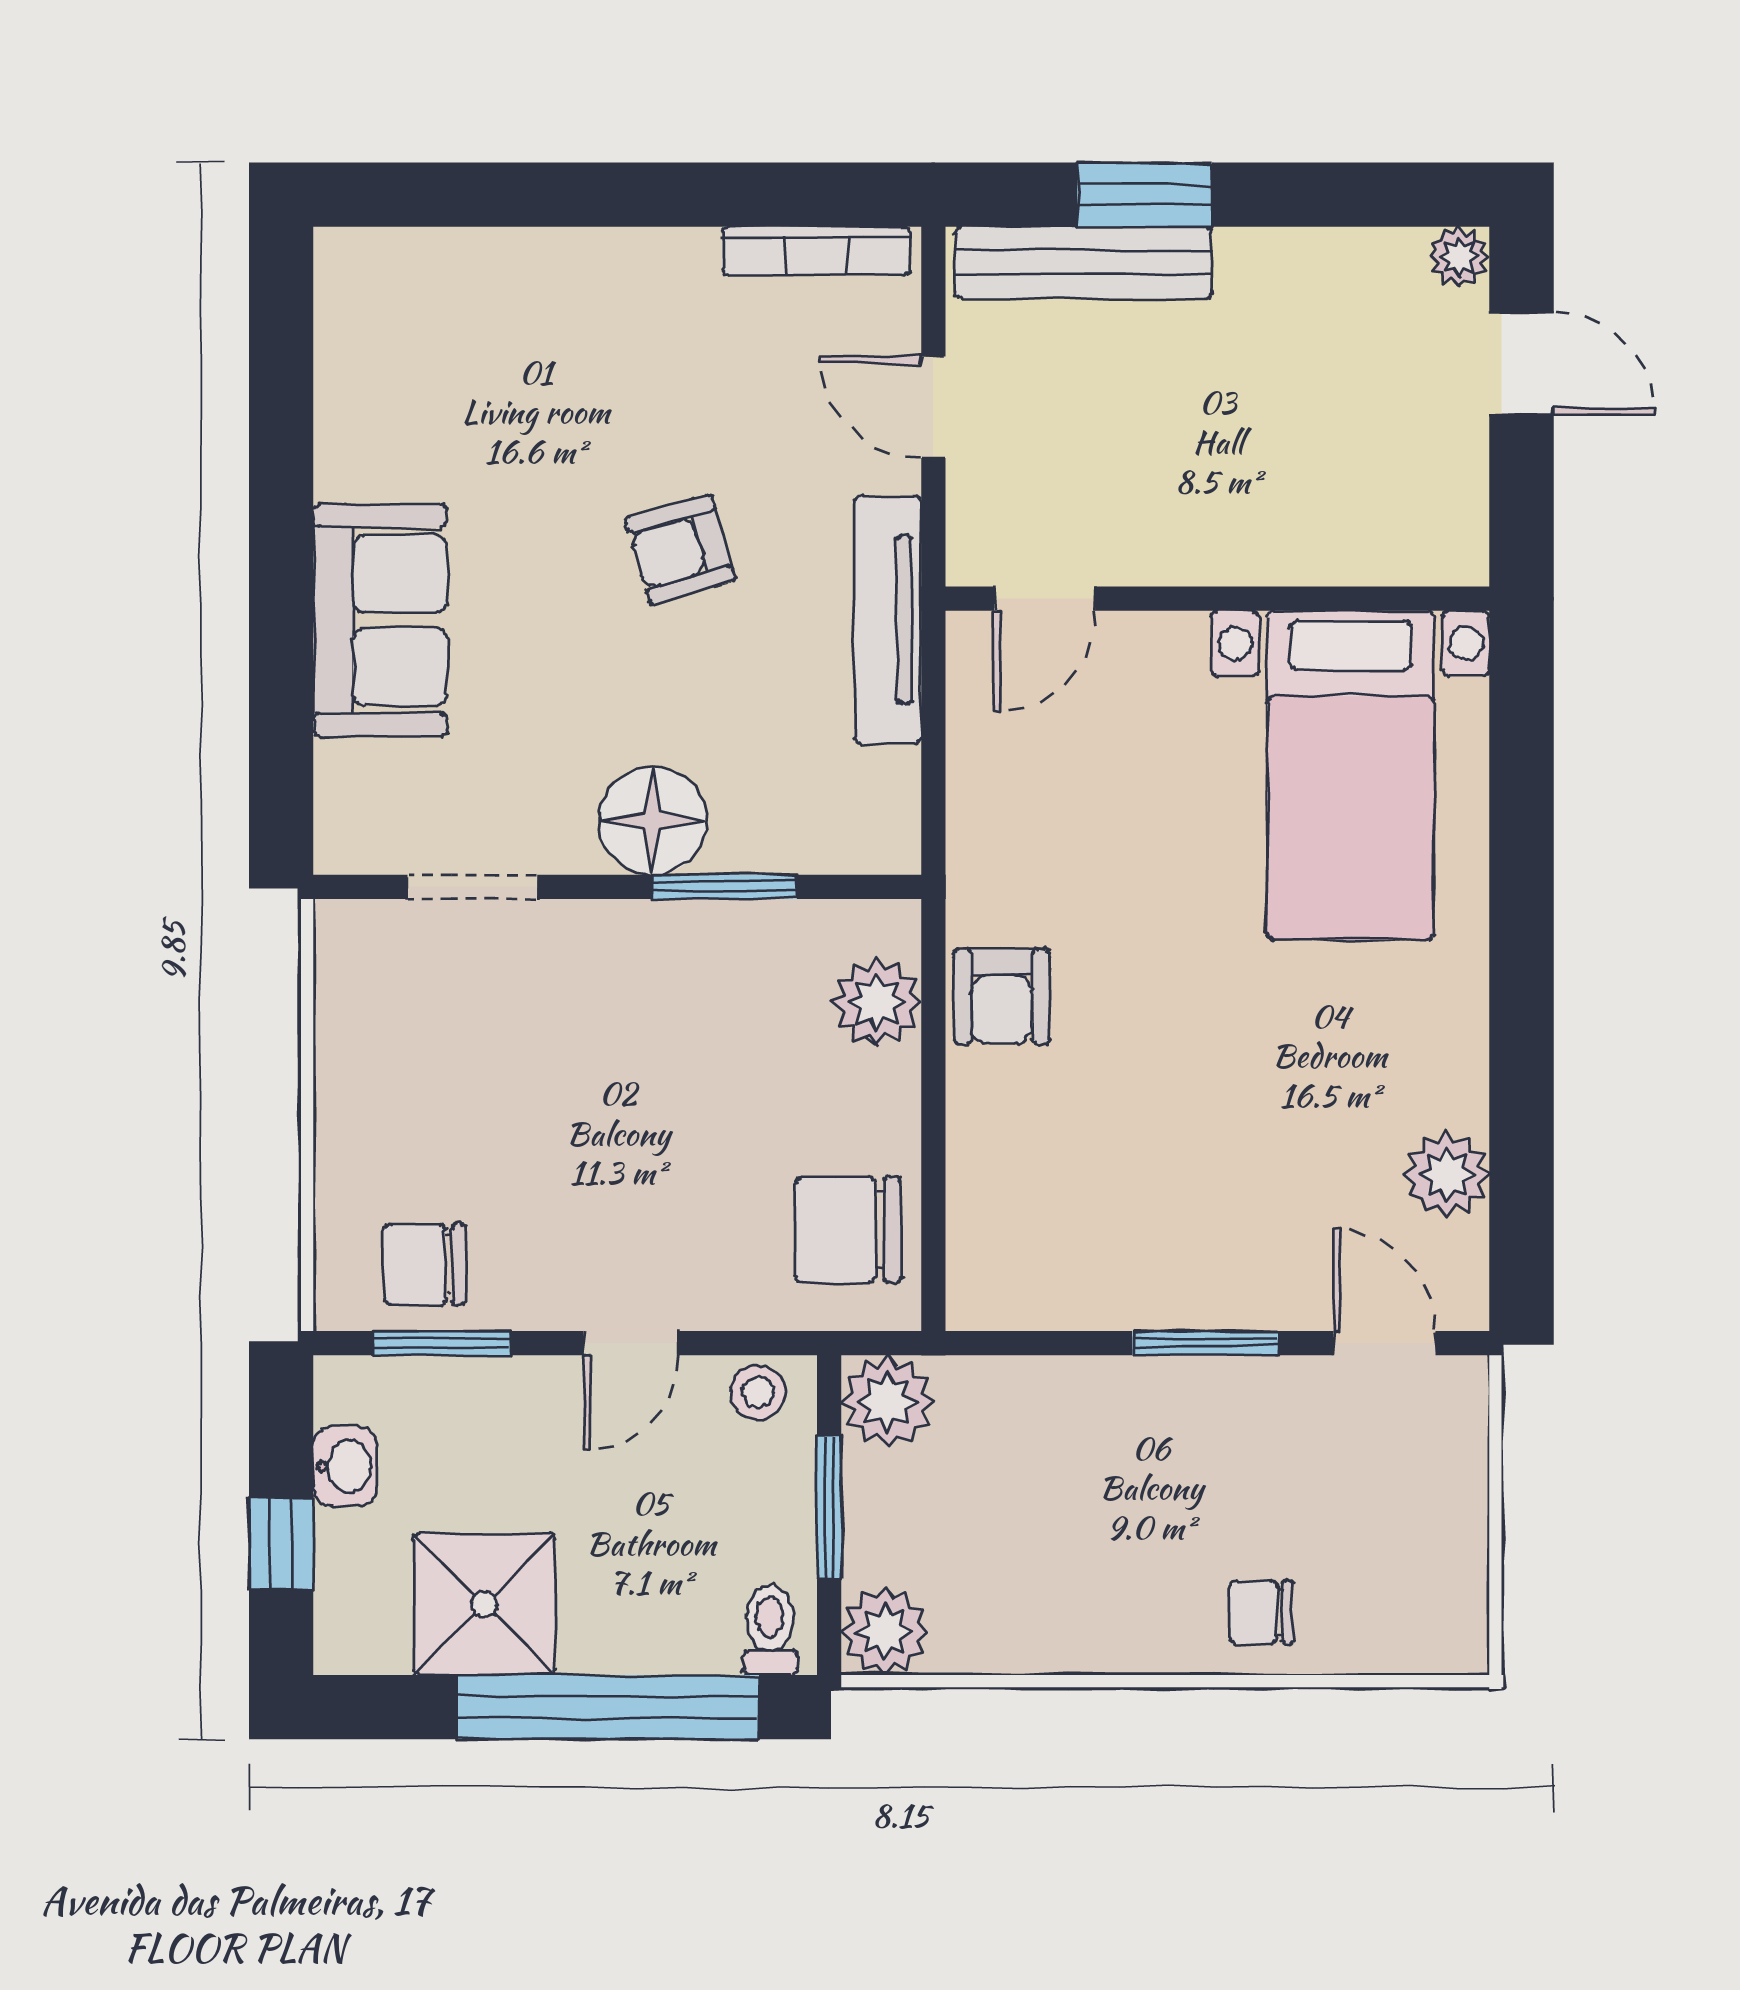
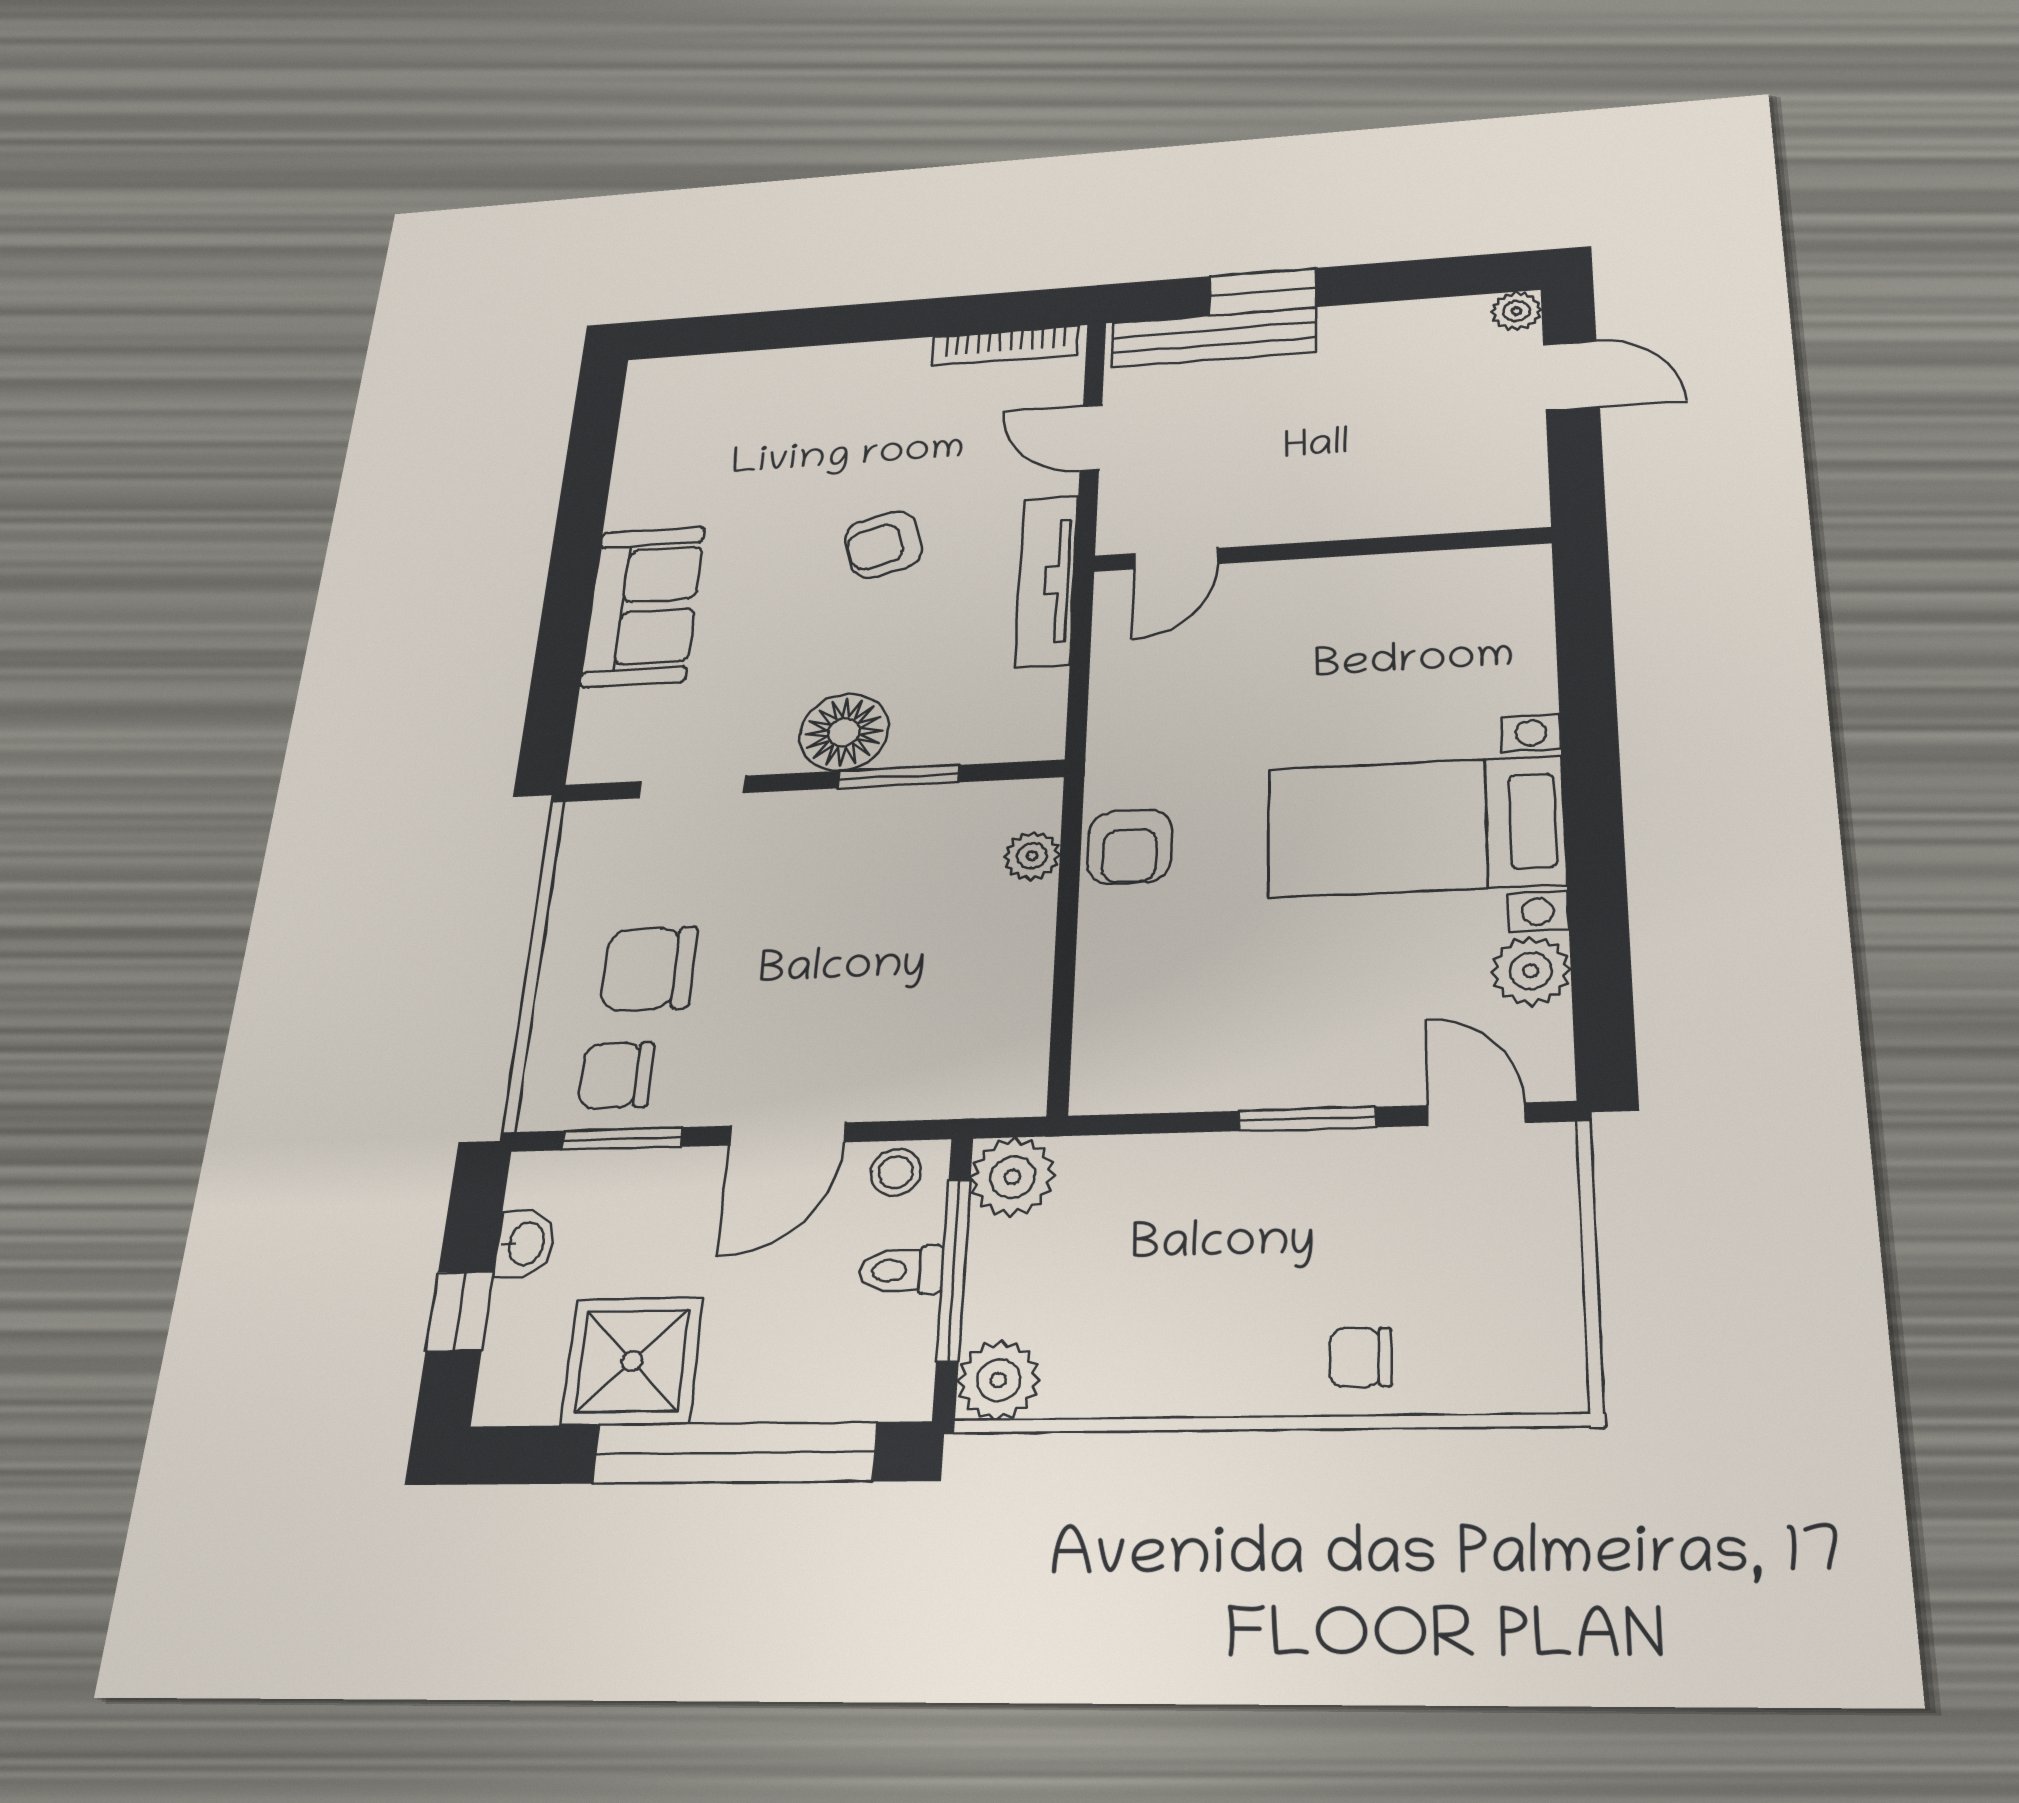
bed with nightstands: (1351, 775) -> (1415, 826), moved, turned 90
plant: (877, 1002) -> (1032, 856), width x0.73, depth x0.73
chair: (848, 1230) -> (649, 969), moved
door: (631, 1343) -> (787, 1134), width x1.37
window: (829, 1507) -> (953, 1270), width x1.44
toilet: (770, 1630) -> (901, 1270), moved, turned -90

